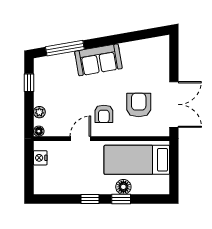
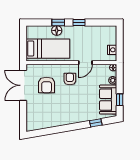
window: (65, 48) -> (96, 123), width x0.46
sofa: (98, 60) -> (108, 100), moved, turned -80

